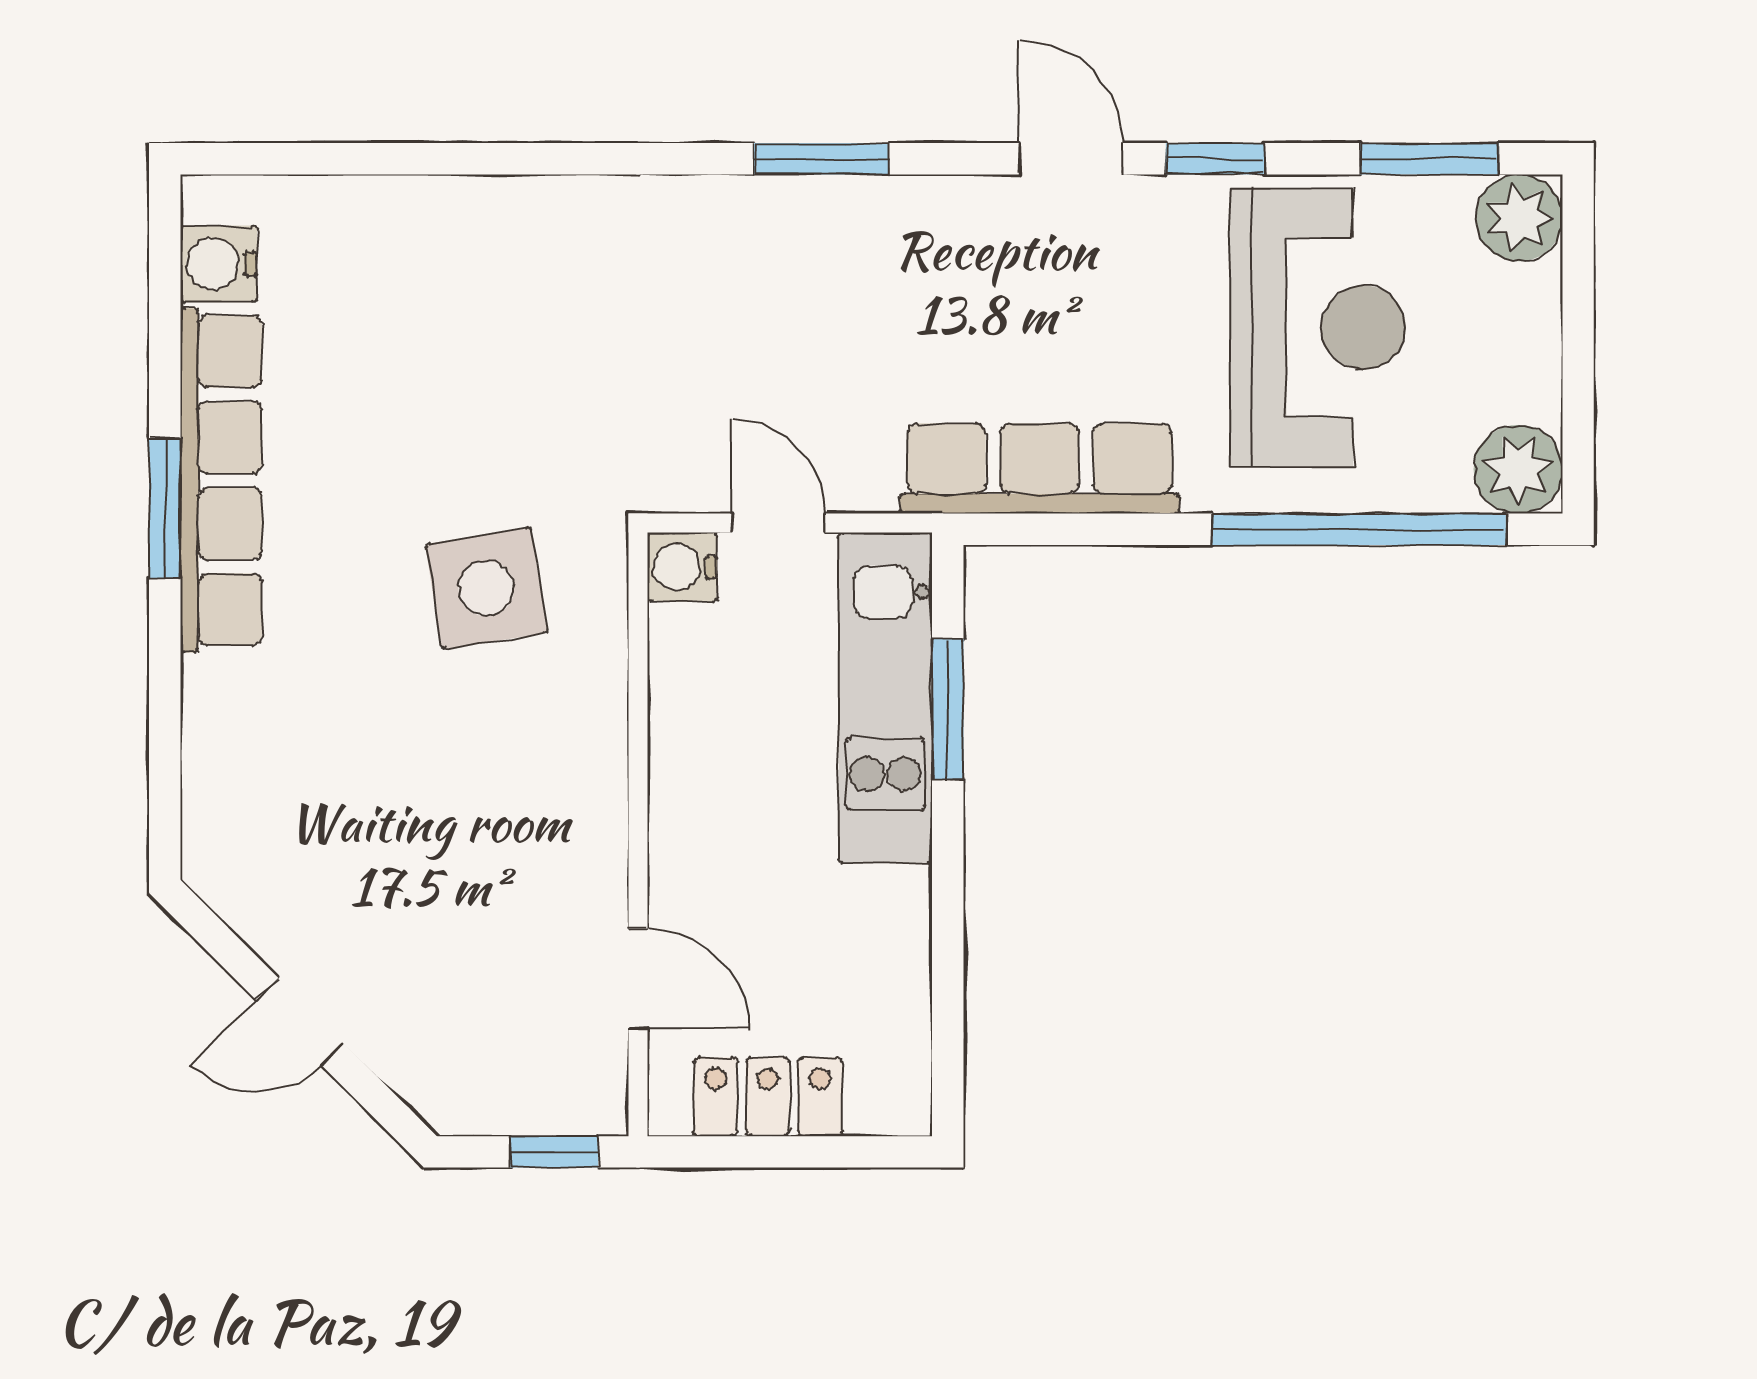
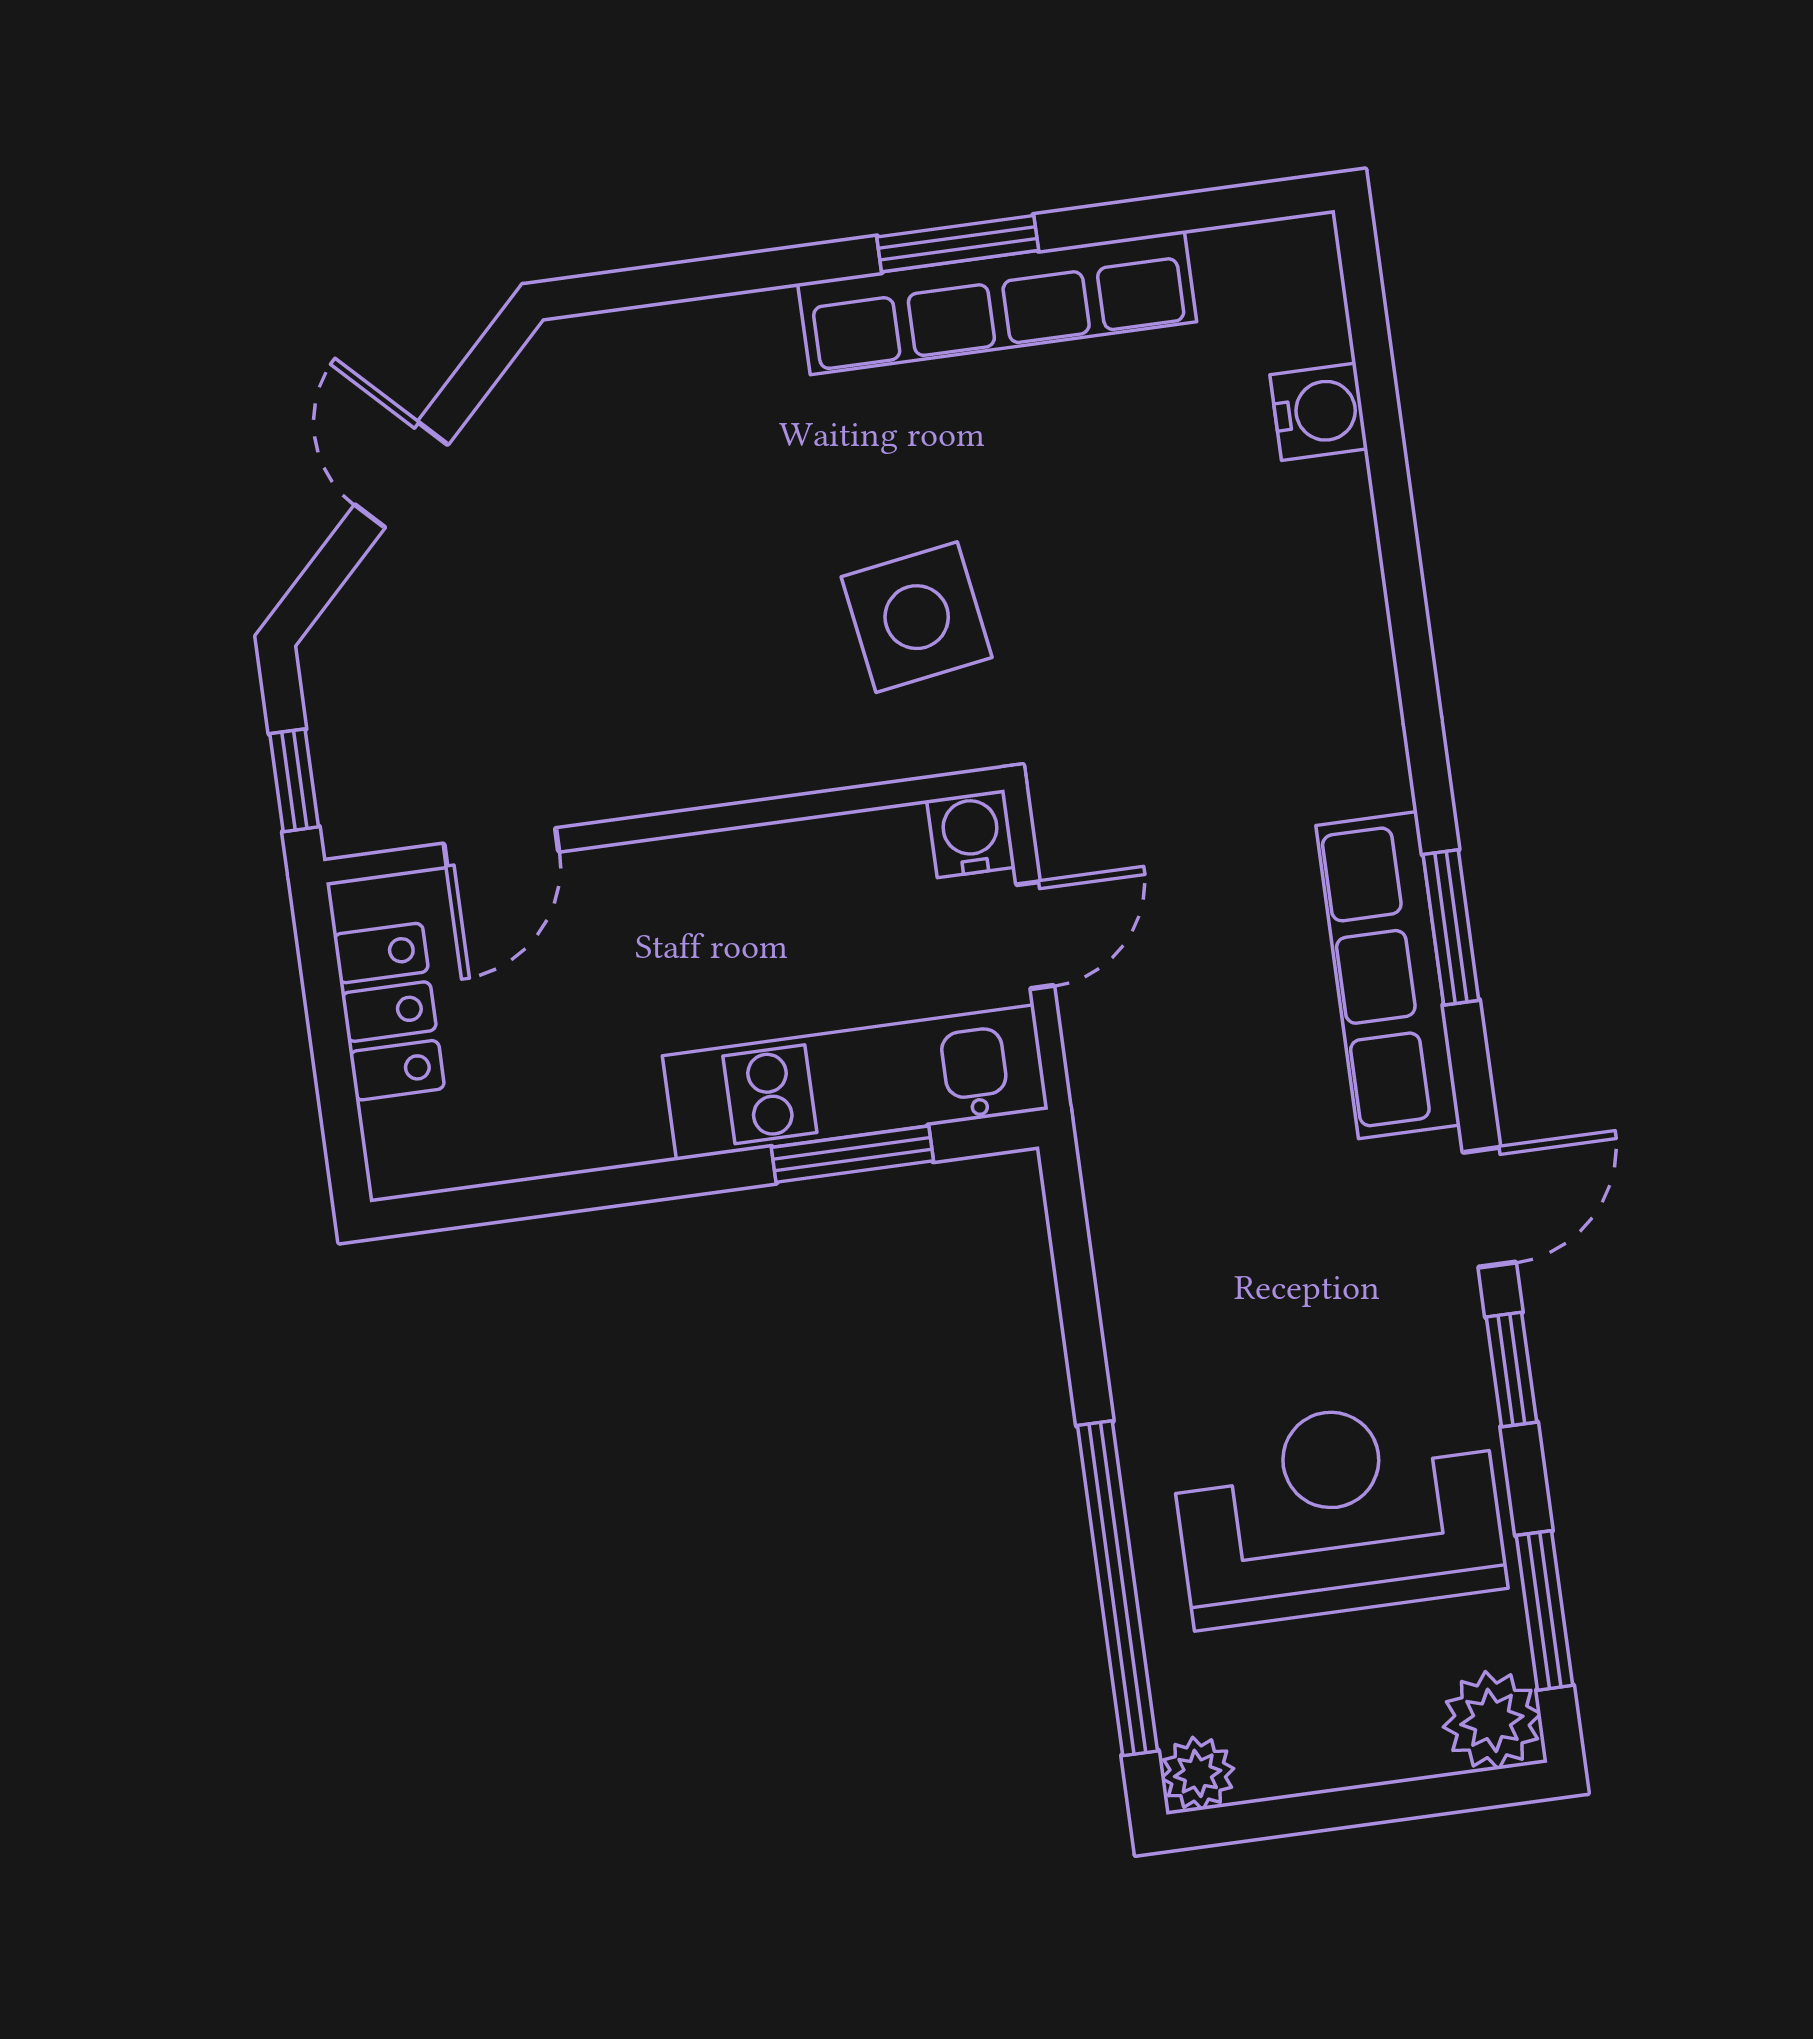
water cooler: (219, 264) -> (1319, 412), moved, turned 90
reception desk: (1318, 327) -> (1338, 1511), turned 180
row of seats: (1039, 469) -> (1388, 975), moved, turned 180
plant: (1518, 469) -> (1198, 1773), width x0.73, depth x0.73

